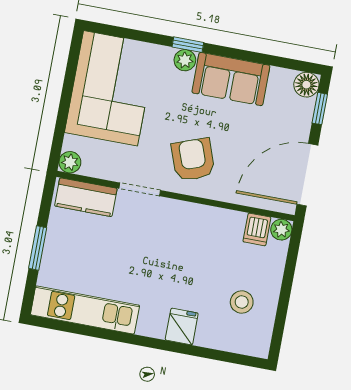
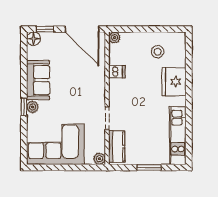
armchair: (193, 160) -> (86, 92), removed
dishwasher: (257, 229) -> (117, 72), moved
fridge: (182, 327) -> (174, 82), width x1.88, depth x1.34

